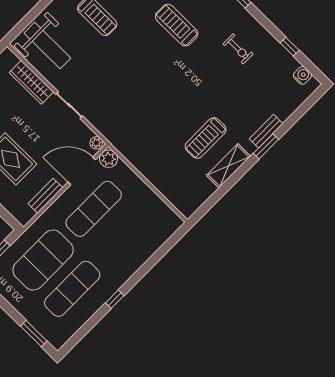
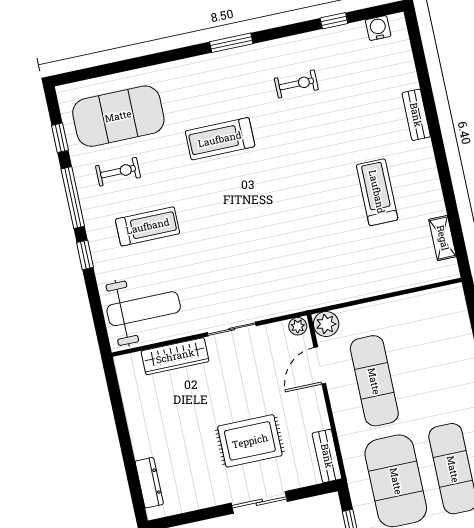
treadmill: (206, 138) -> (377, 192), turned 180
window: (266, 146) -> (434, 127), removed
shelving: (229, 166) -> (443, 238), moved, width x0.67, depth x0.75
door: (82, 171) -> (320, 365), width x0.73
bench: (45, 196) -> (327, 456), moved

